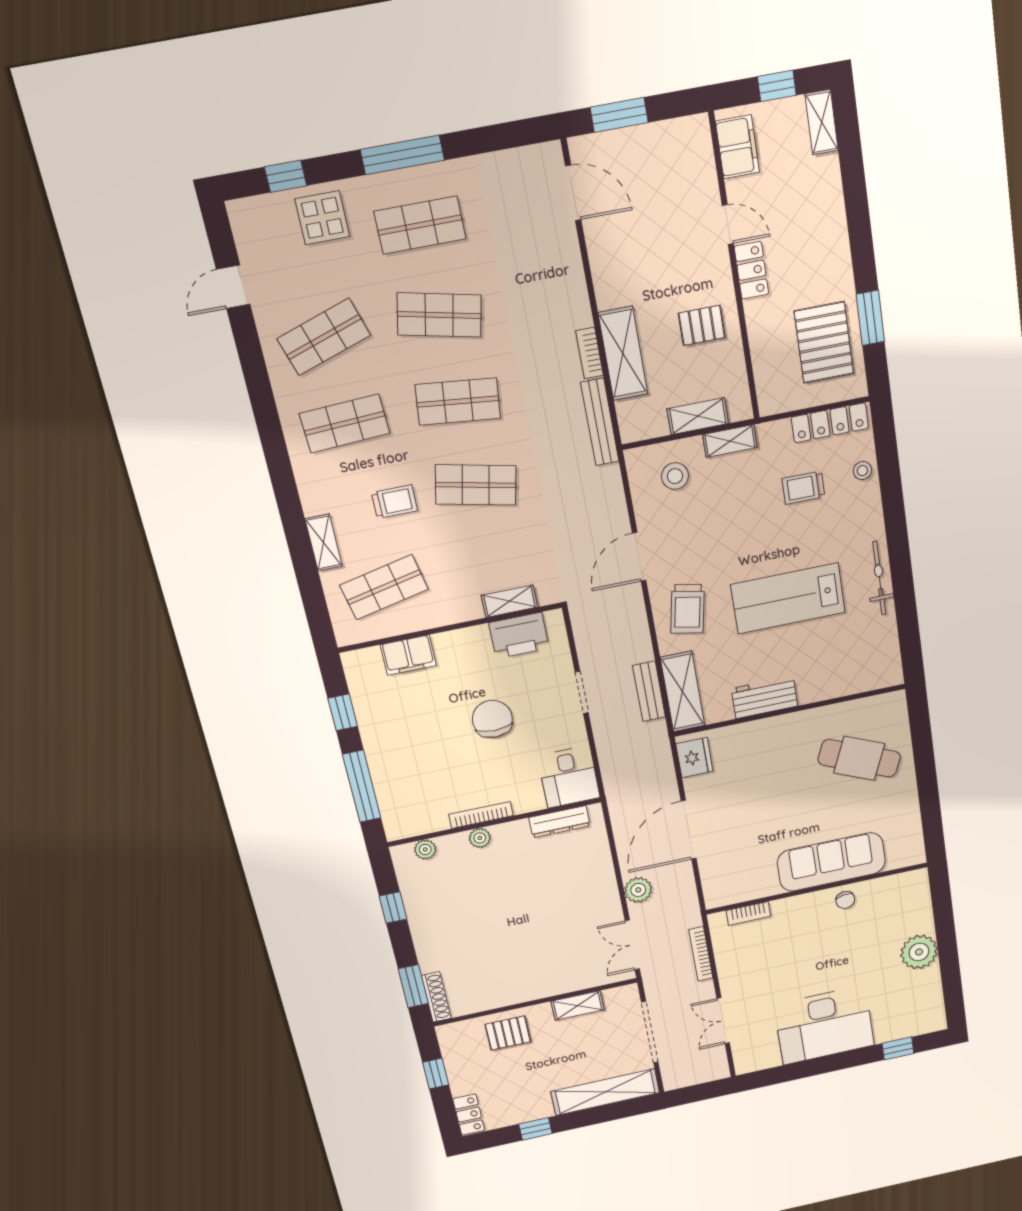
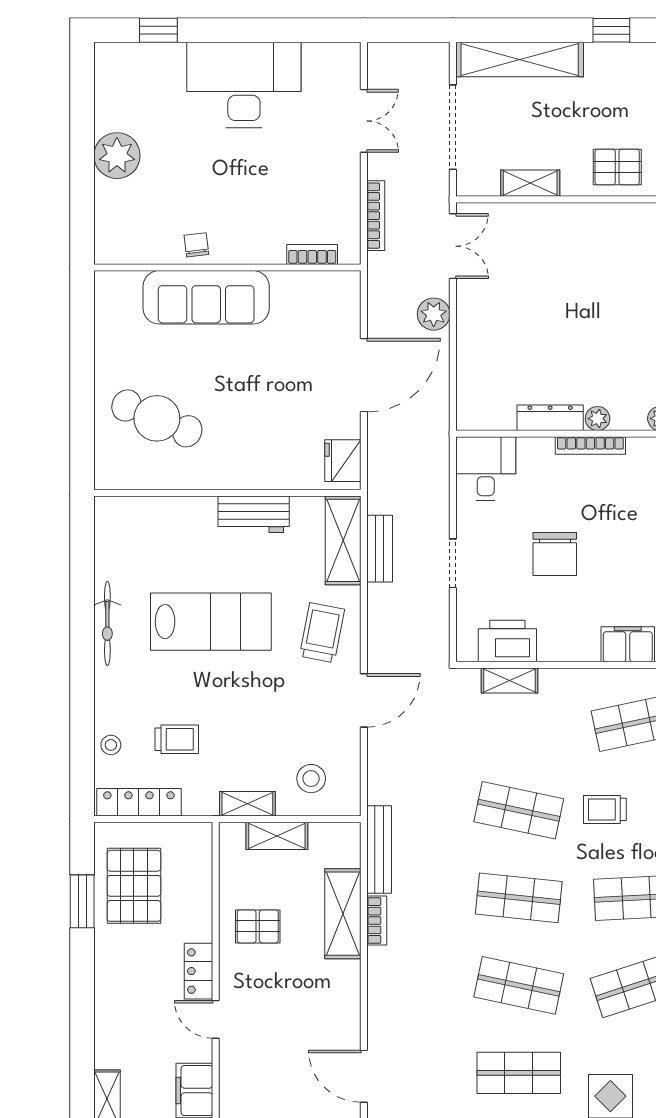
dresser: (560, 822) -> (550, 418), moved

